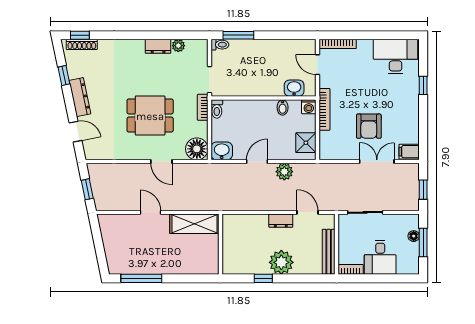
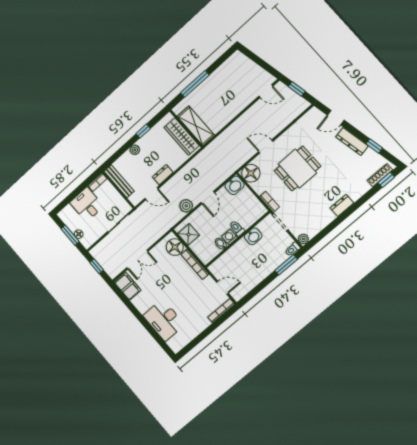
dresser: (158, 46) -> (342, 205), moved
plant: (178, 46) -> (303, 239), moved
desk: (396, 57) -> (164, 320), moved, turned 90
window: (423, 85) -> (150, 328), removed
washbasin: (294, 88) -> (253, 236), moved
washing machine: (309, 107) -> (230, 237), moved
toilet: (217, 109) -> (237, 228), moved
armchair: (369, 126) -> (160, 277), removed
floor lamp: (330, 142) -> (175, 247), added
filing cabinet: (409, 152) -> (128, 286), width x2.00
door: (150, 212) -> (266, 91), moved
shelving: (194, 224) -> (196, 126), moved, turned 90
wardrobe: (231, 241) -> (182, 136), added
plant: (281, 262) -> (135, 150), width x0.53, depth x0.53
window: (141, 278) -> (195, 84), moved

